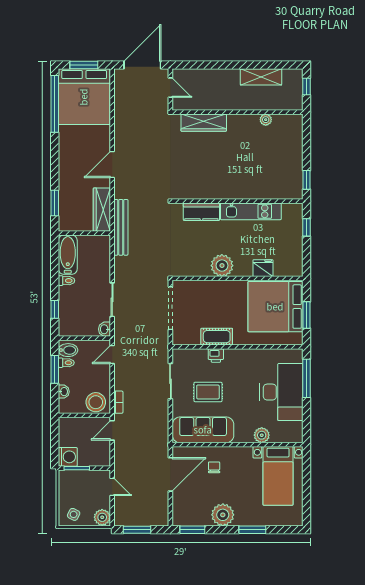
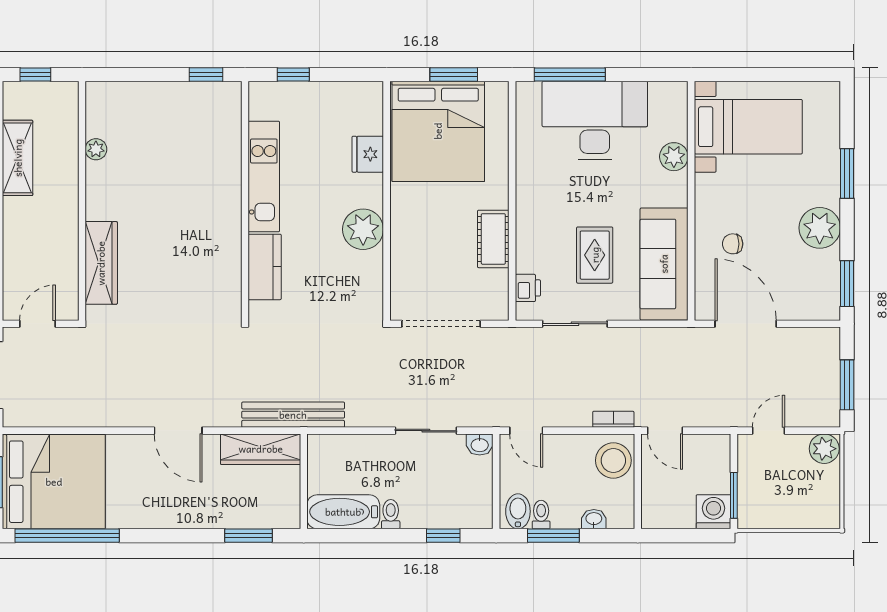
printer: (216, 355) -> (528, 288), moved
side table: (74, 514) -> (819, 501), removed

